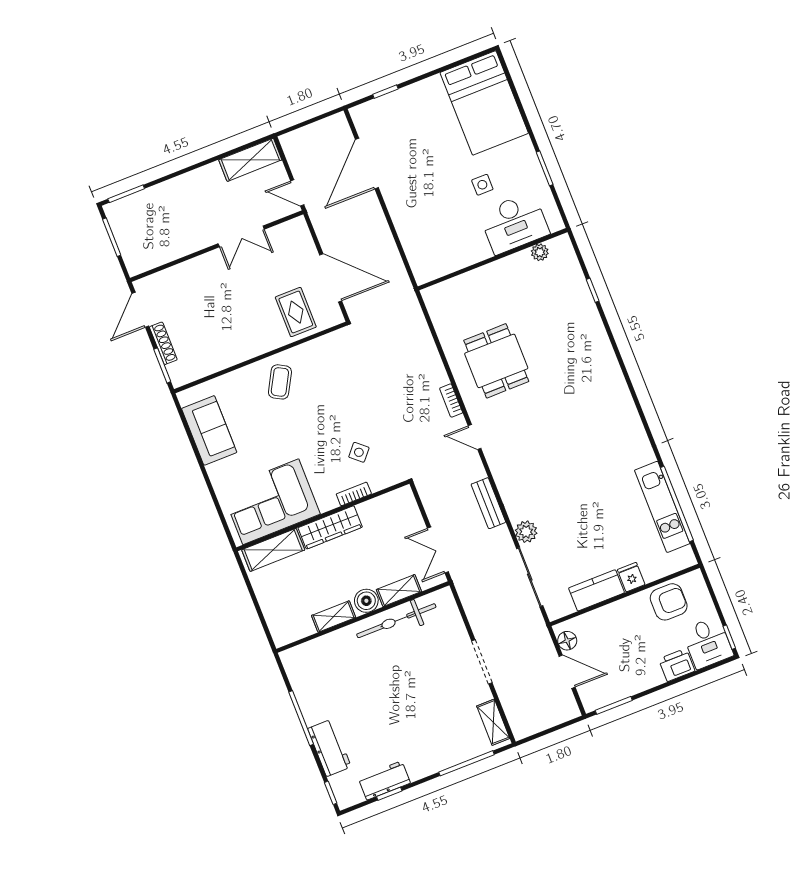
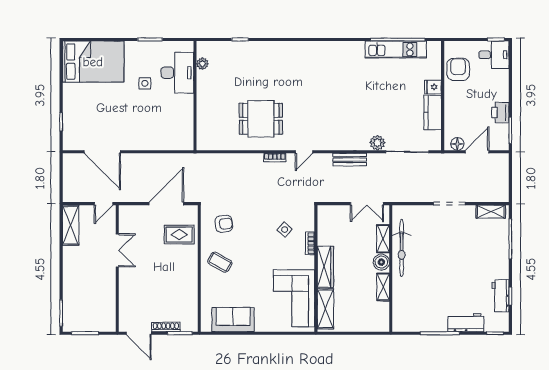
armchair: (334, 367) -> (224, 224), added
printer: (677, 665) -> (500, 113), moved

